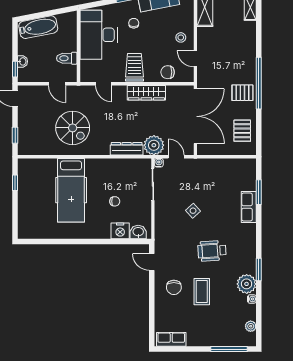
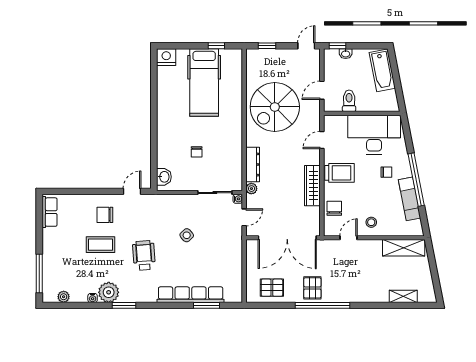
spiral stairs: (73, 128) -> (275, 107), width x1.37, depth x1.37
plant: (154, 145) -> (251, 189), width x0.53, depth x0.53
hospital bed: (71, 190) -> (204, 82), moved, turned -90
row of seats: (249, 207) -> (191, 295), width x2.02
nightstand: (120, 231) -> (166, 57), moved, turned 90

